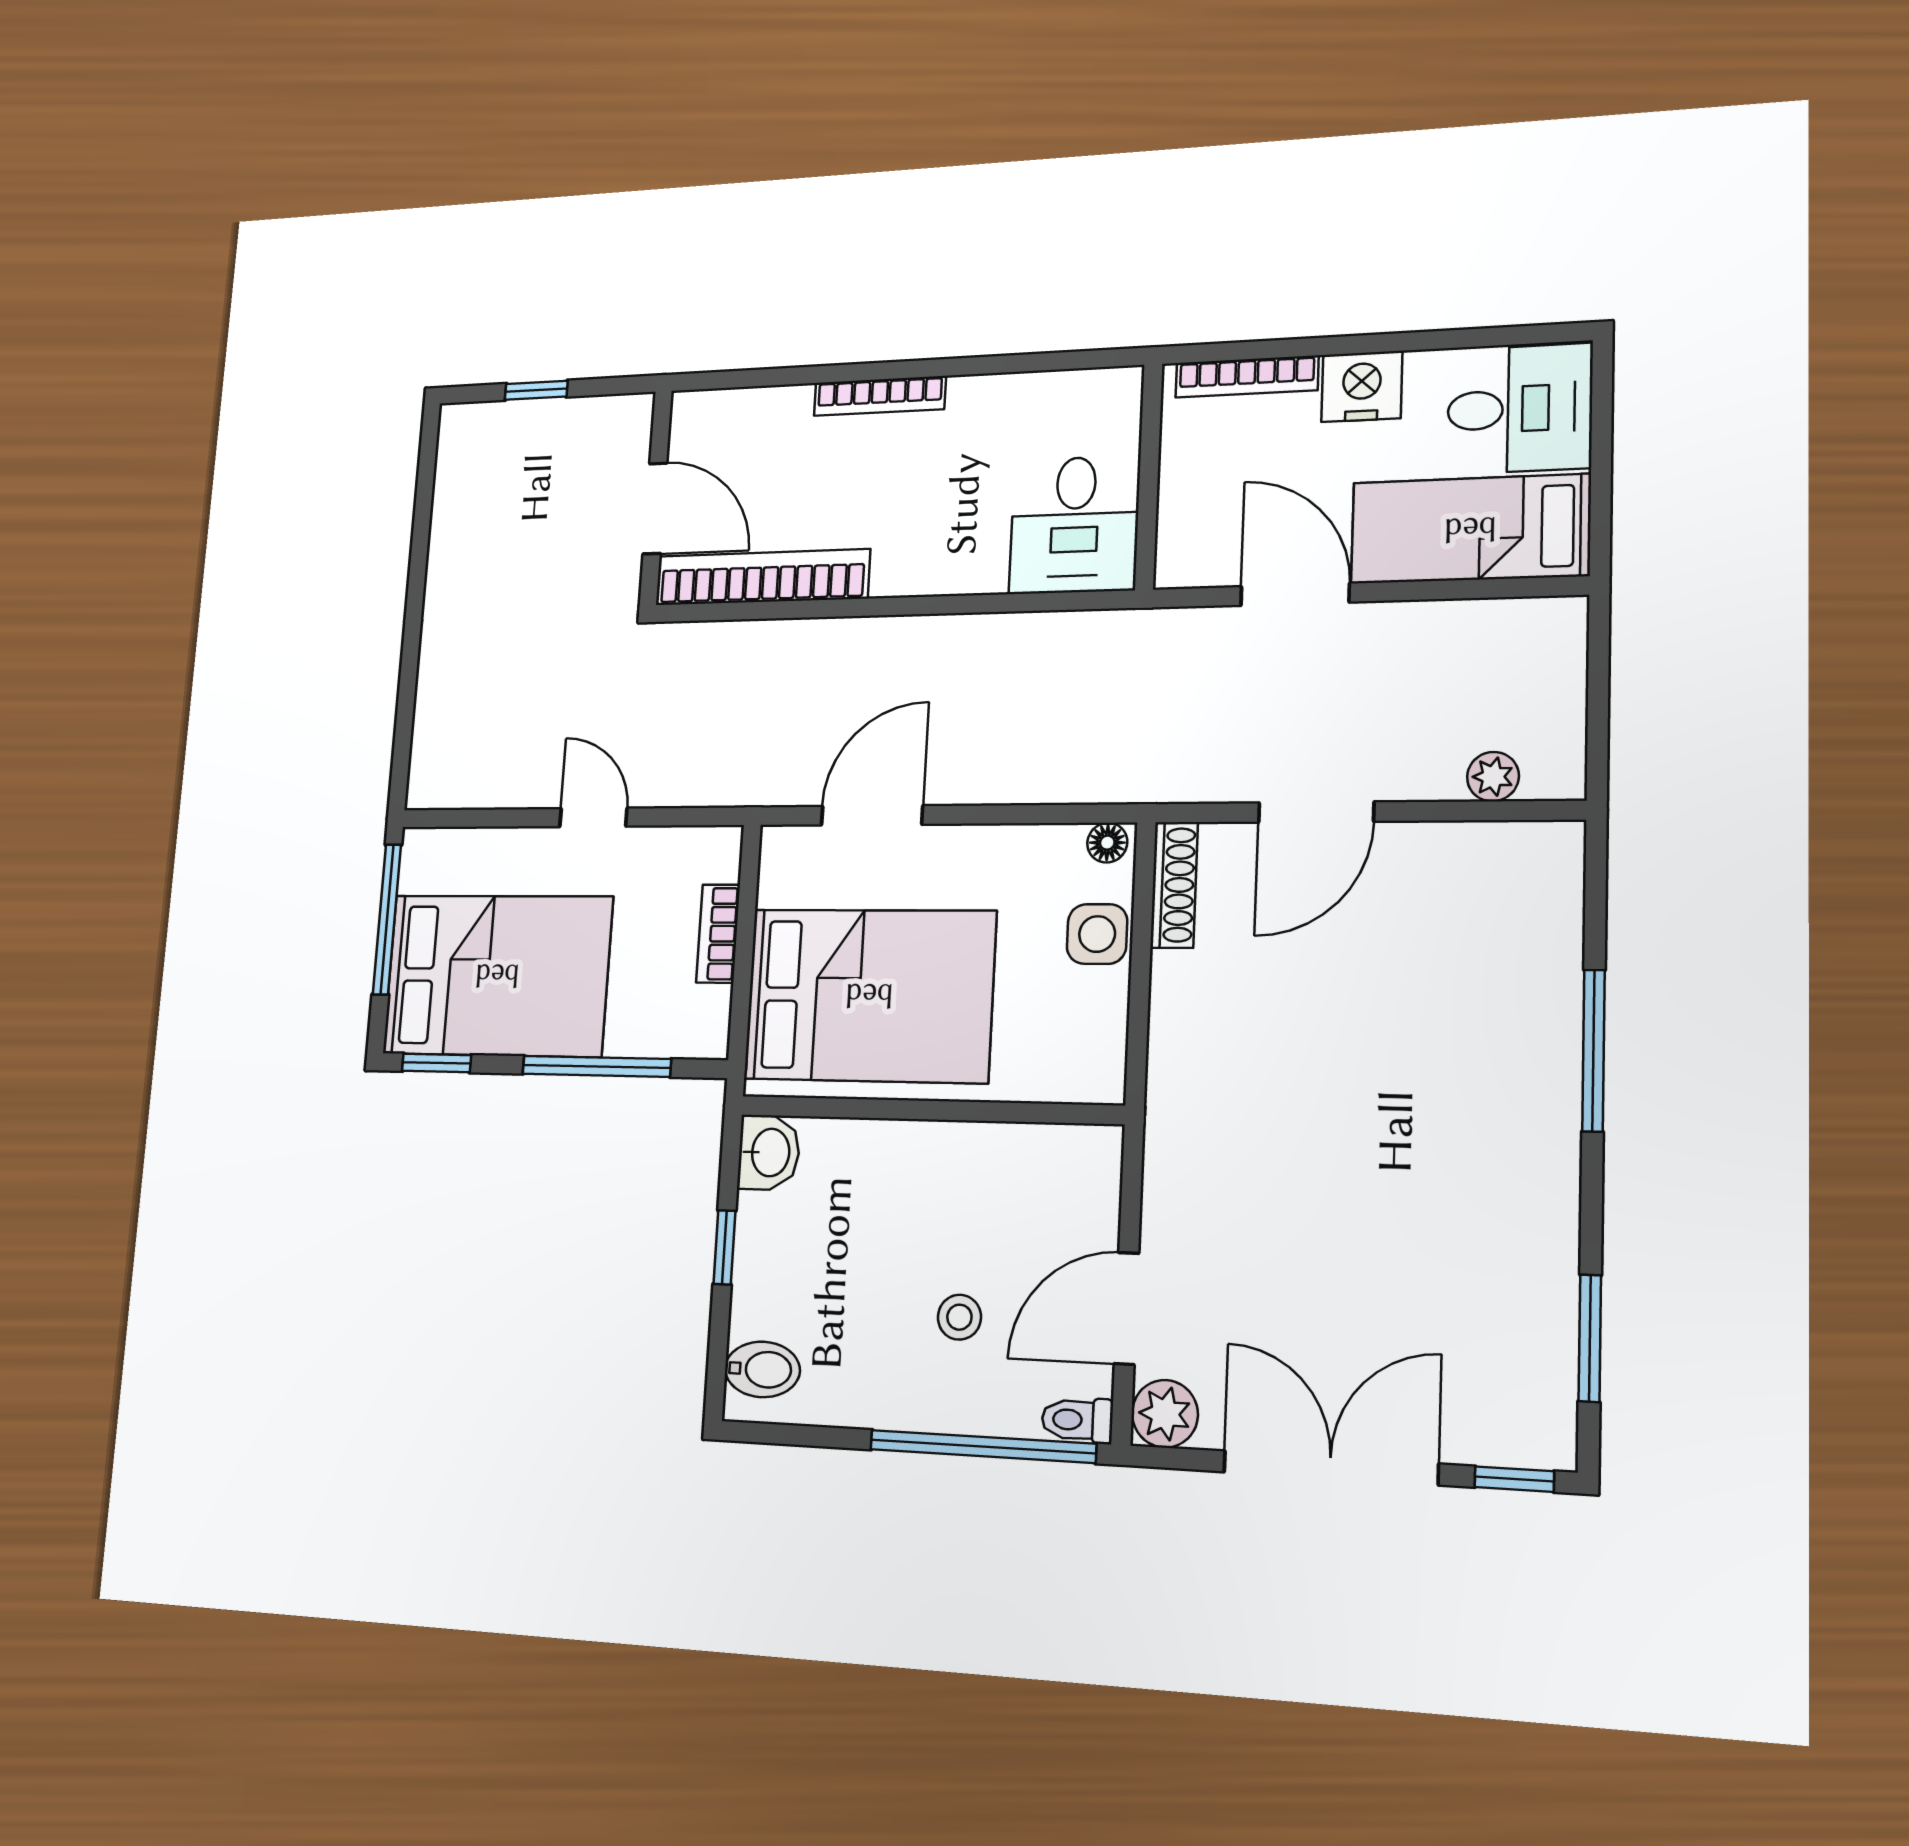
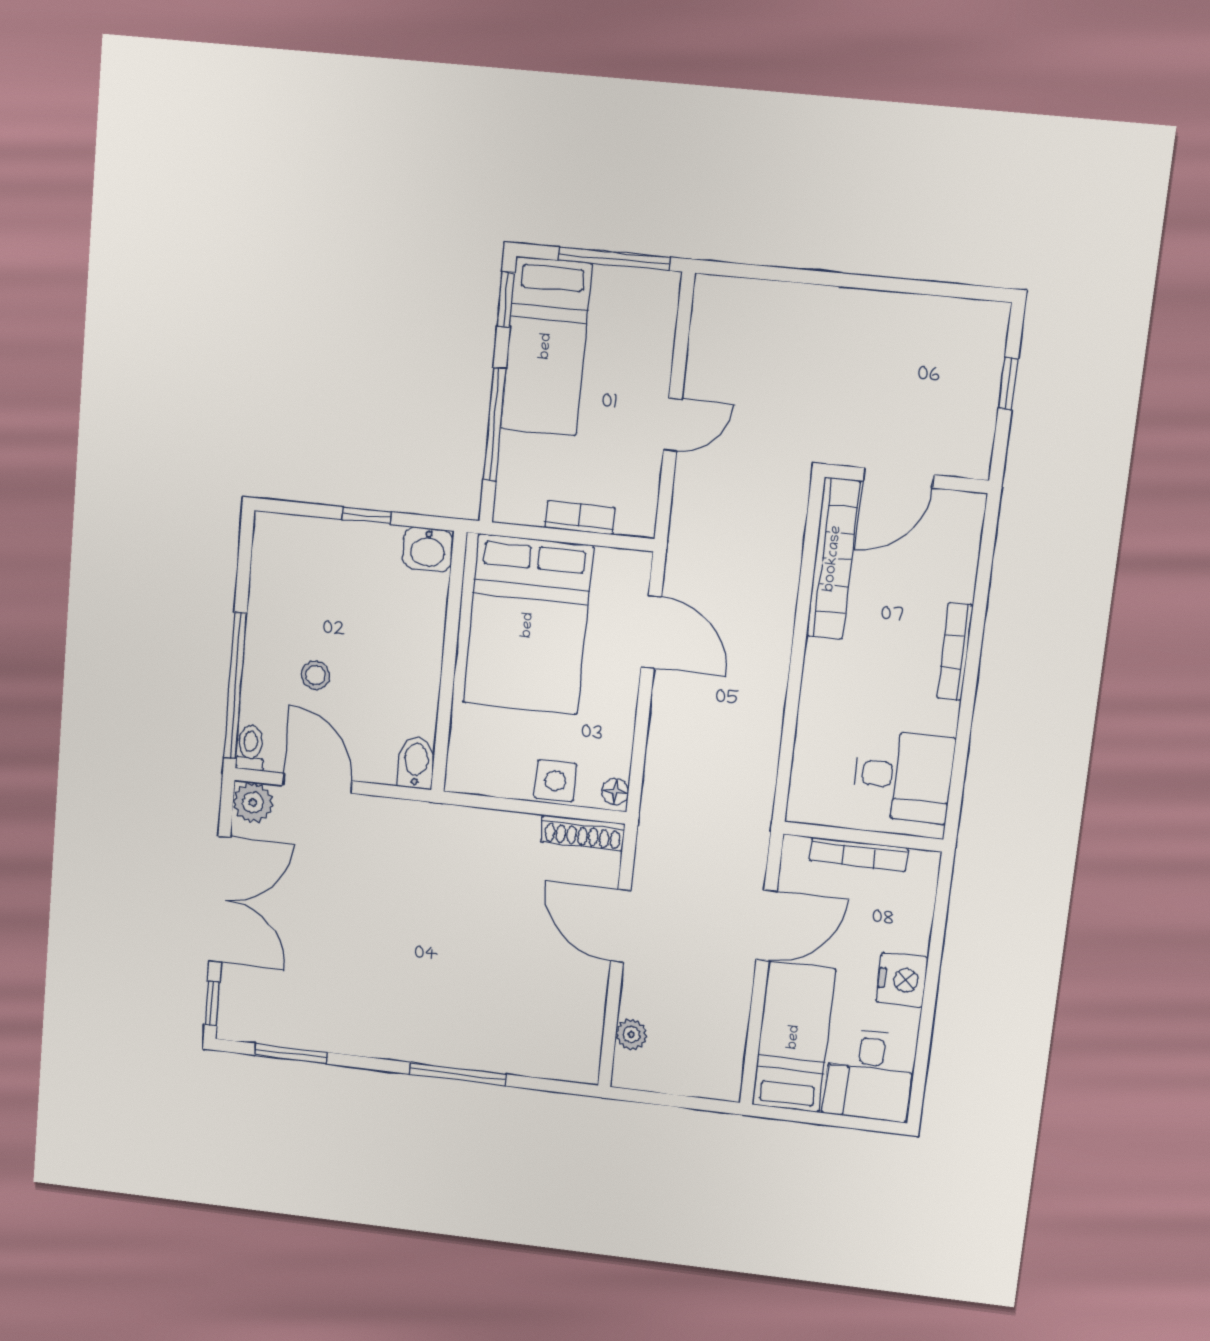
bookcase: (1247, 377) -> (859, 854), moved, turned -90
desk: (1074, 525) -> (903, 776), moved, turned 180
bed: (497, 975) -> (546, 346), width x0.67
bidet: (762, 1369) -> (416, 763), moved, turned 180

